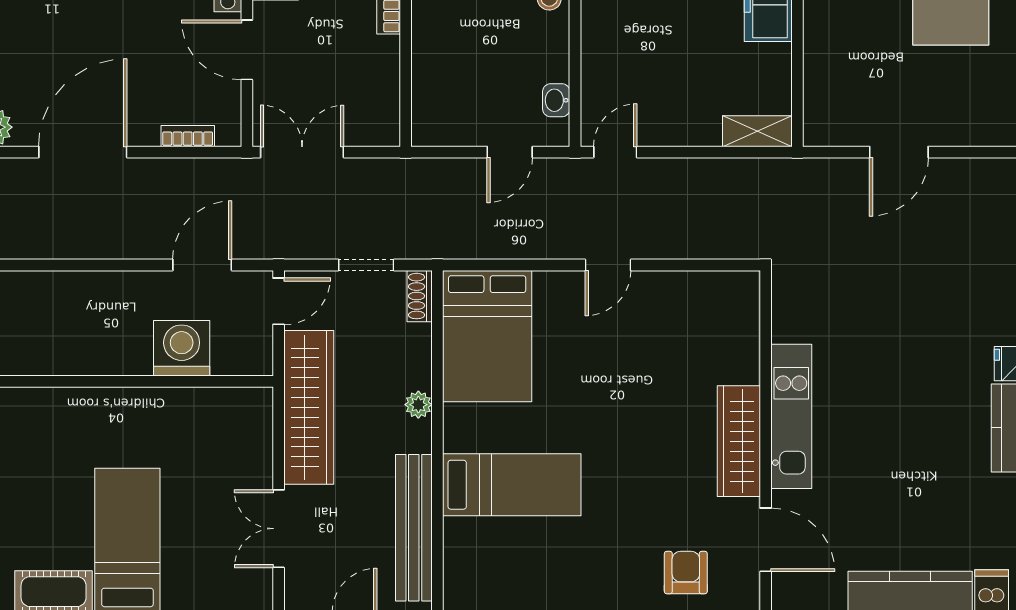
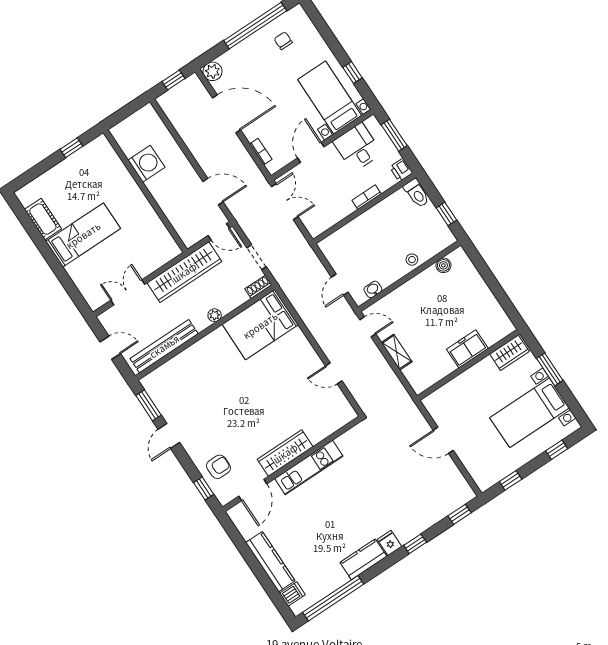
shelving: (757, 131) -> (397, 352), moved
door: (510, 152) -> (340, 285), hinge flipped
door: (608, 265) -> (334, 373), moved
washing machine: (182, 348) -> (146, 164), moved
bed: (512, 485) -> (207, 374), removed

